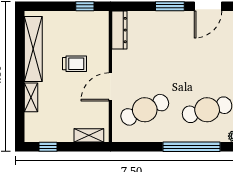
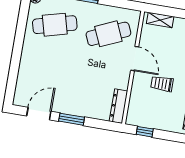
door: (110, 87) -> (135, 59), hinge flipped

